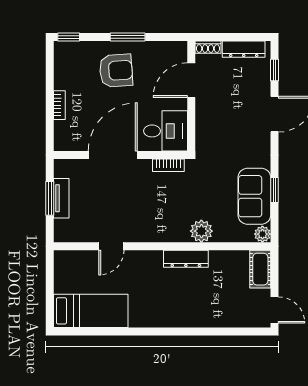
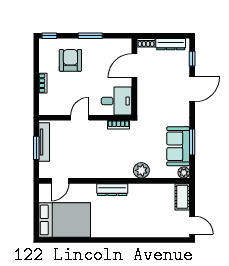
armchair: (116, 71) -> (70, 60), moved, turned -86
door: (113, 155) -> (80, 118), width x0.53
window: (275, 190) -> (192, 142), width x1.50
tv unit: (61, 198) -> (44, 142), width x1.41
door: (111, 246) -> (60, 181), moved
dresser: (186, 259) -> (112, 190), moved
bed: (91, 311) -> (65, 220), width x1.50

